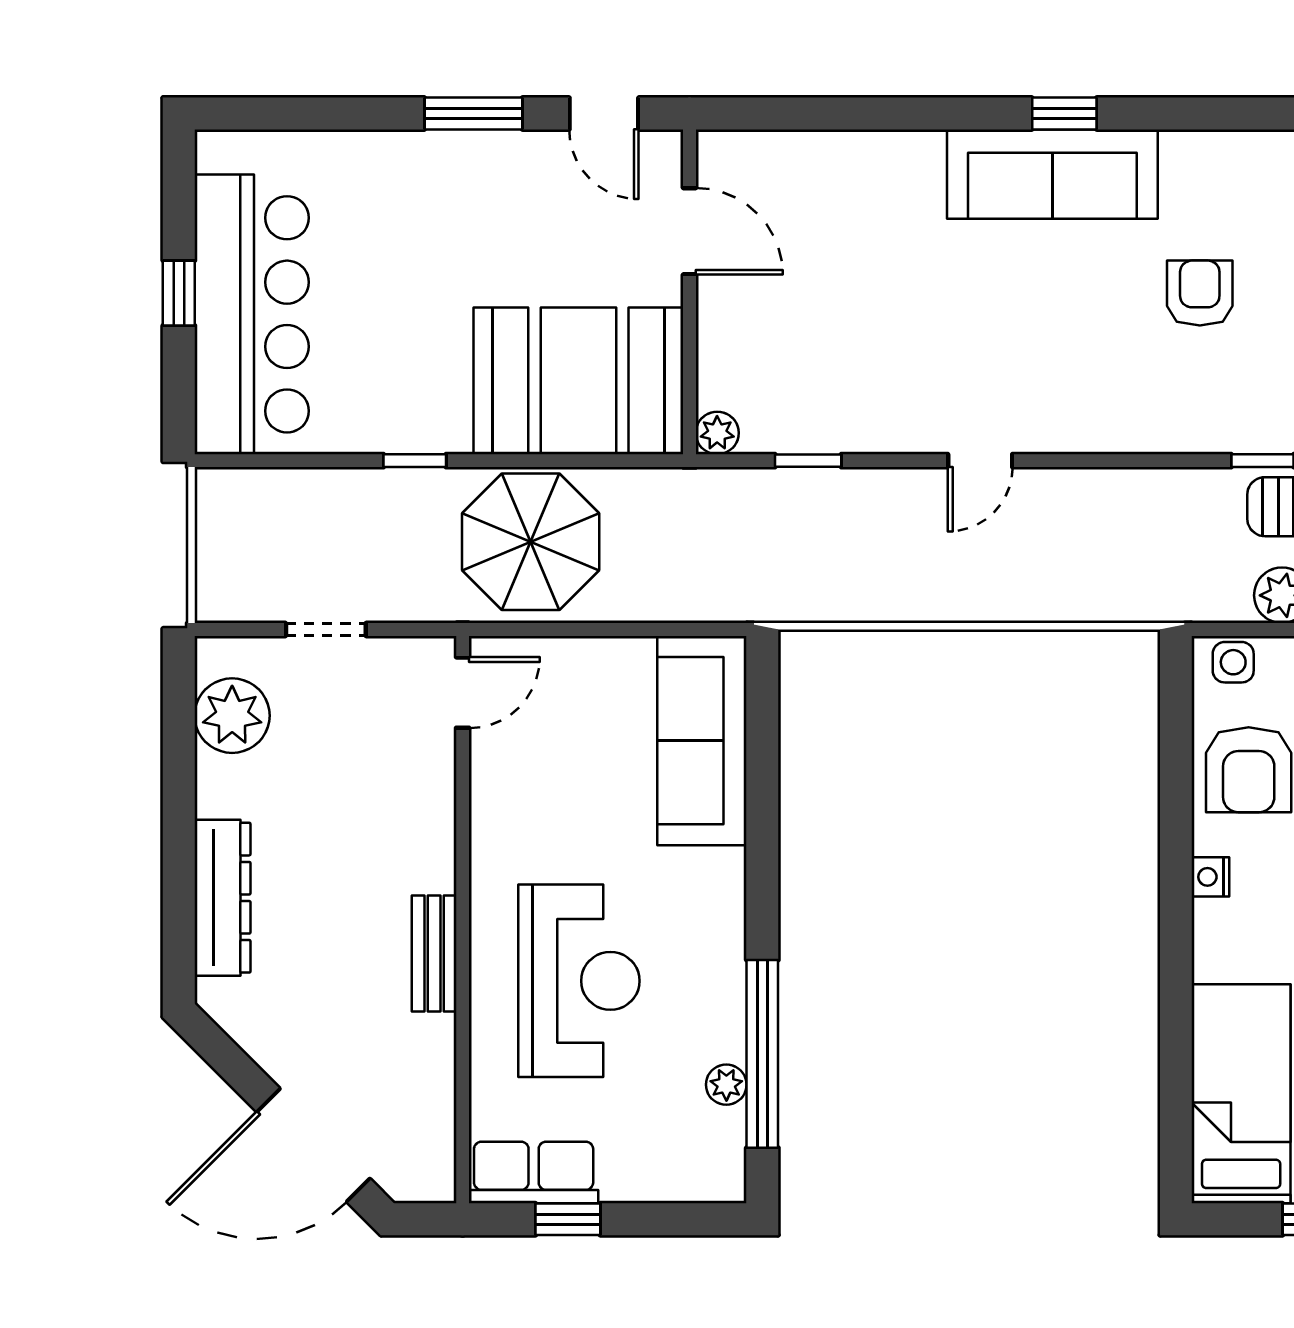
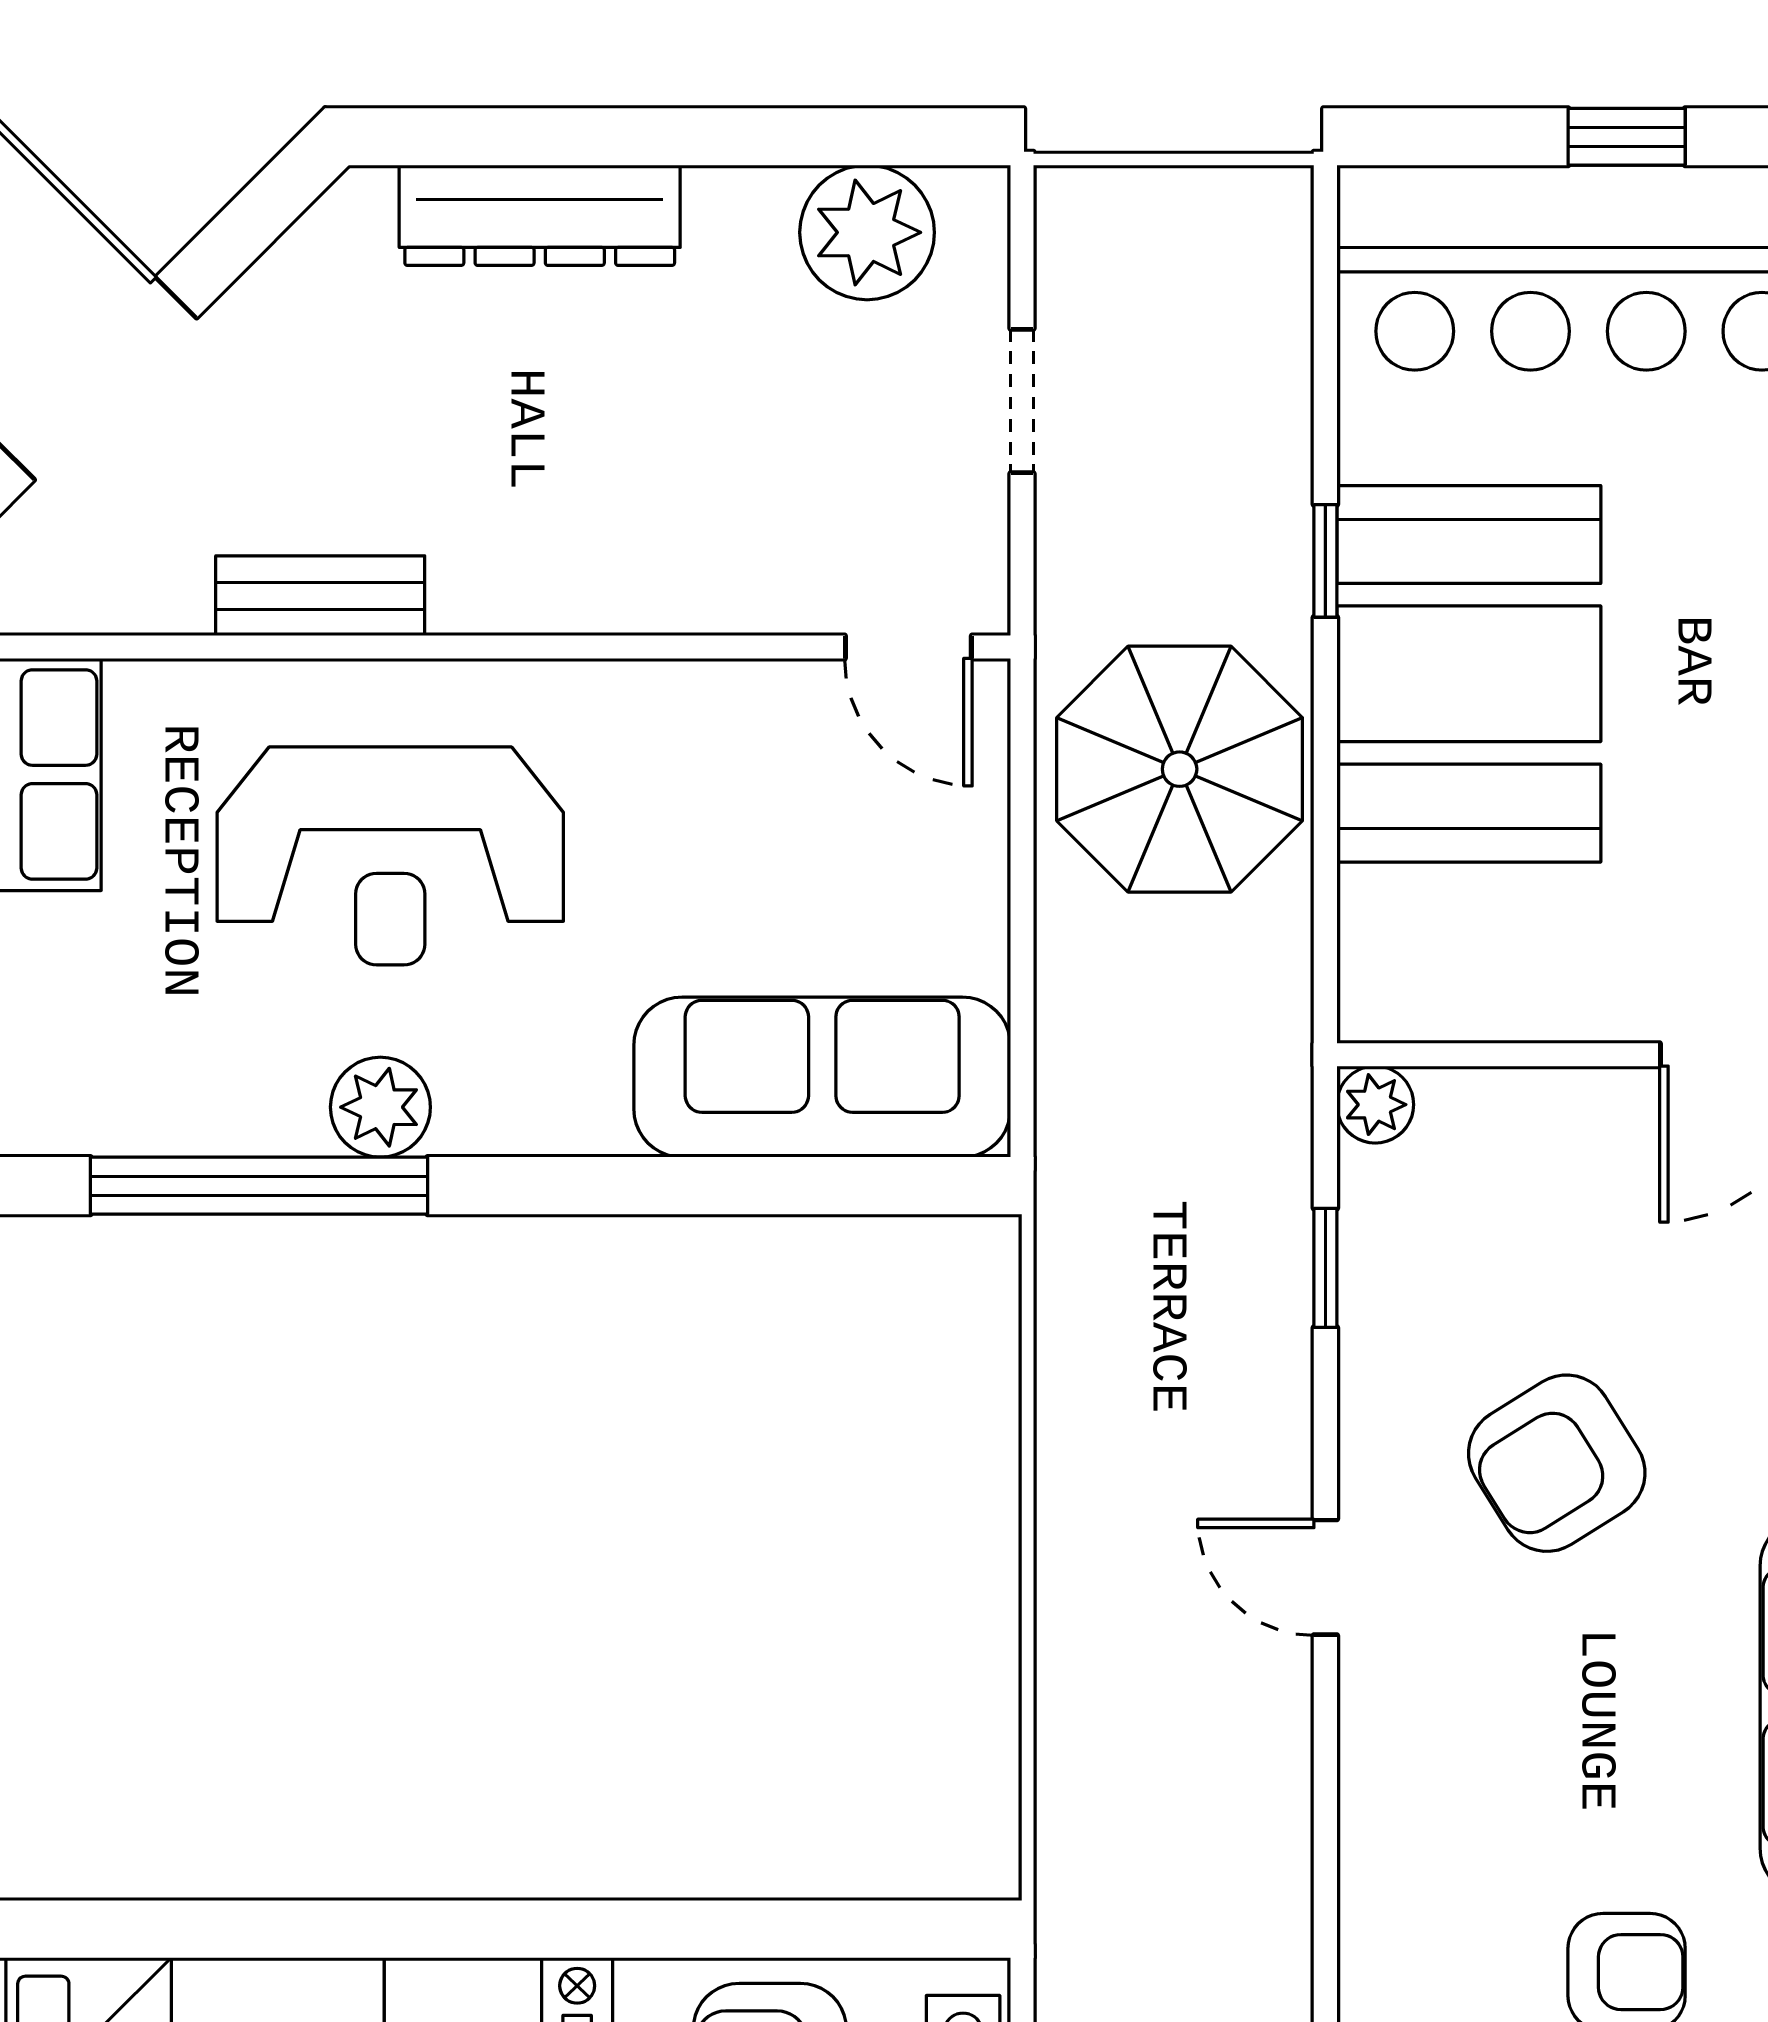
armchair: (917, 332) -> (1557, 1463), added
booth: (578, 381) -> (1469, 674), moved
bench: (434, 954) -> (320, 596), moved
plant: (726, 1085) -> (380, 1107), moved, width x1.38, depth x1.38

